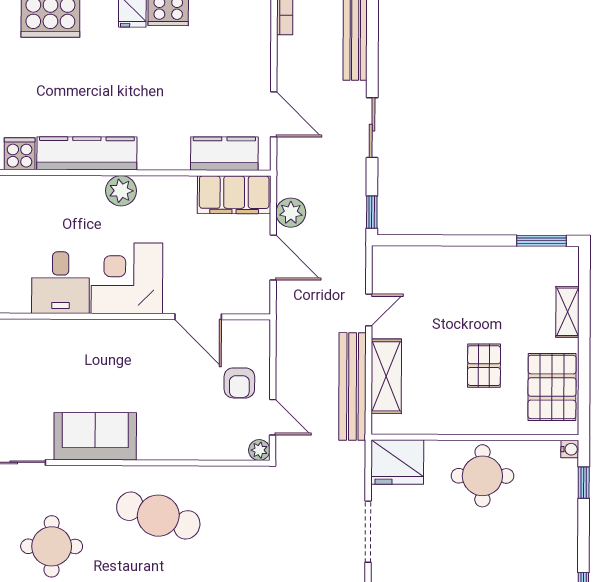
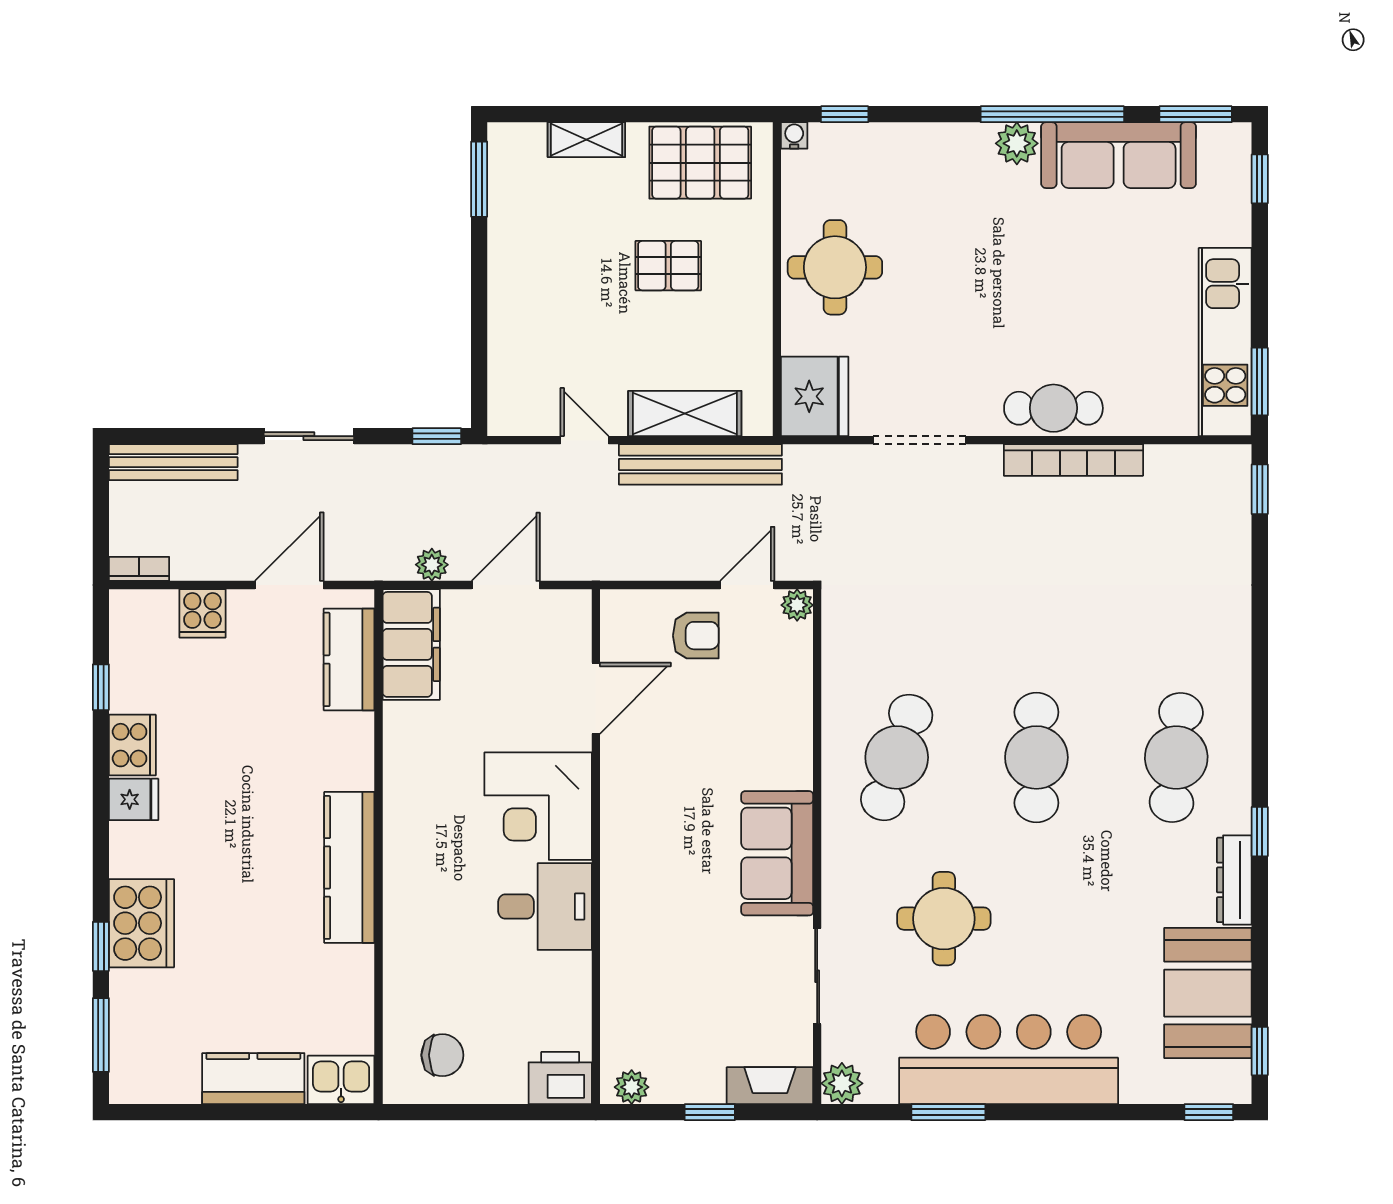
cooker: (20, 154) -> (202, 613), moved, turned -90
plant: (121, 191) -> (406, 815), removed
plant: (291, 213) -> (432, 565), width x0.73, depth x0.73

